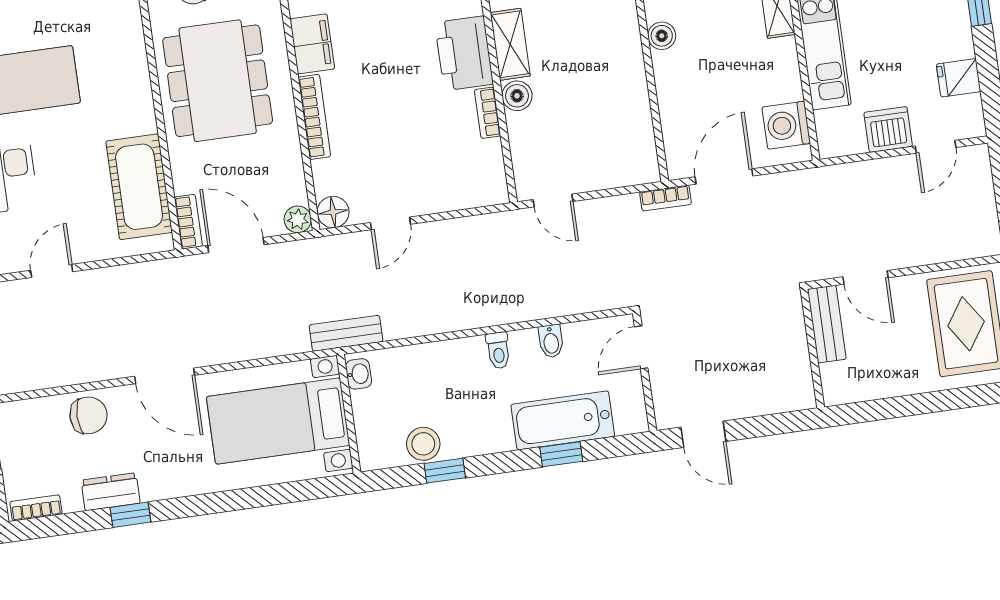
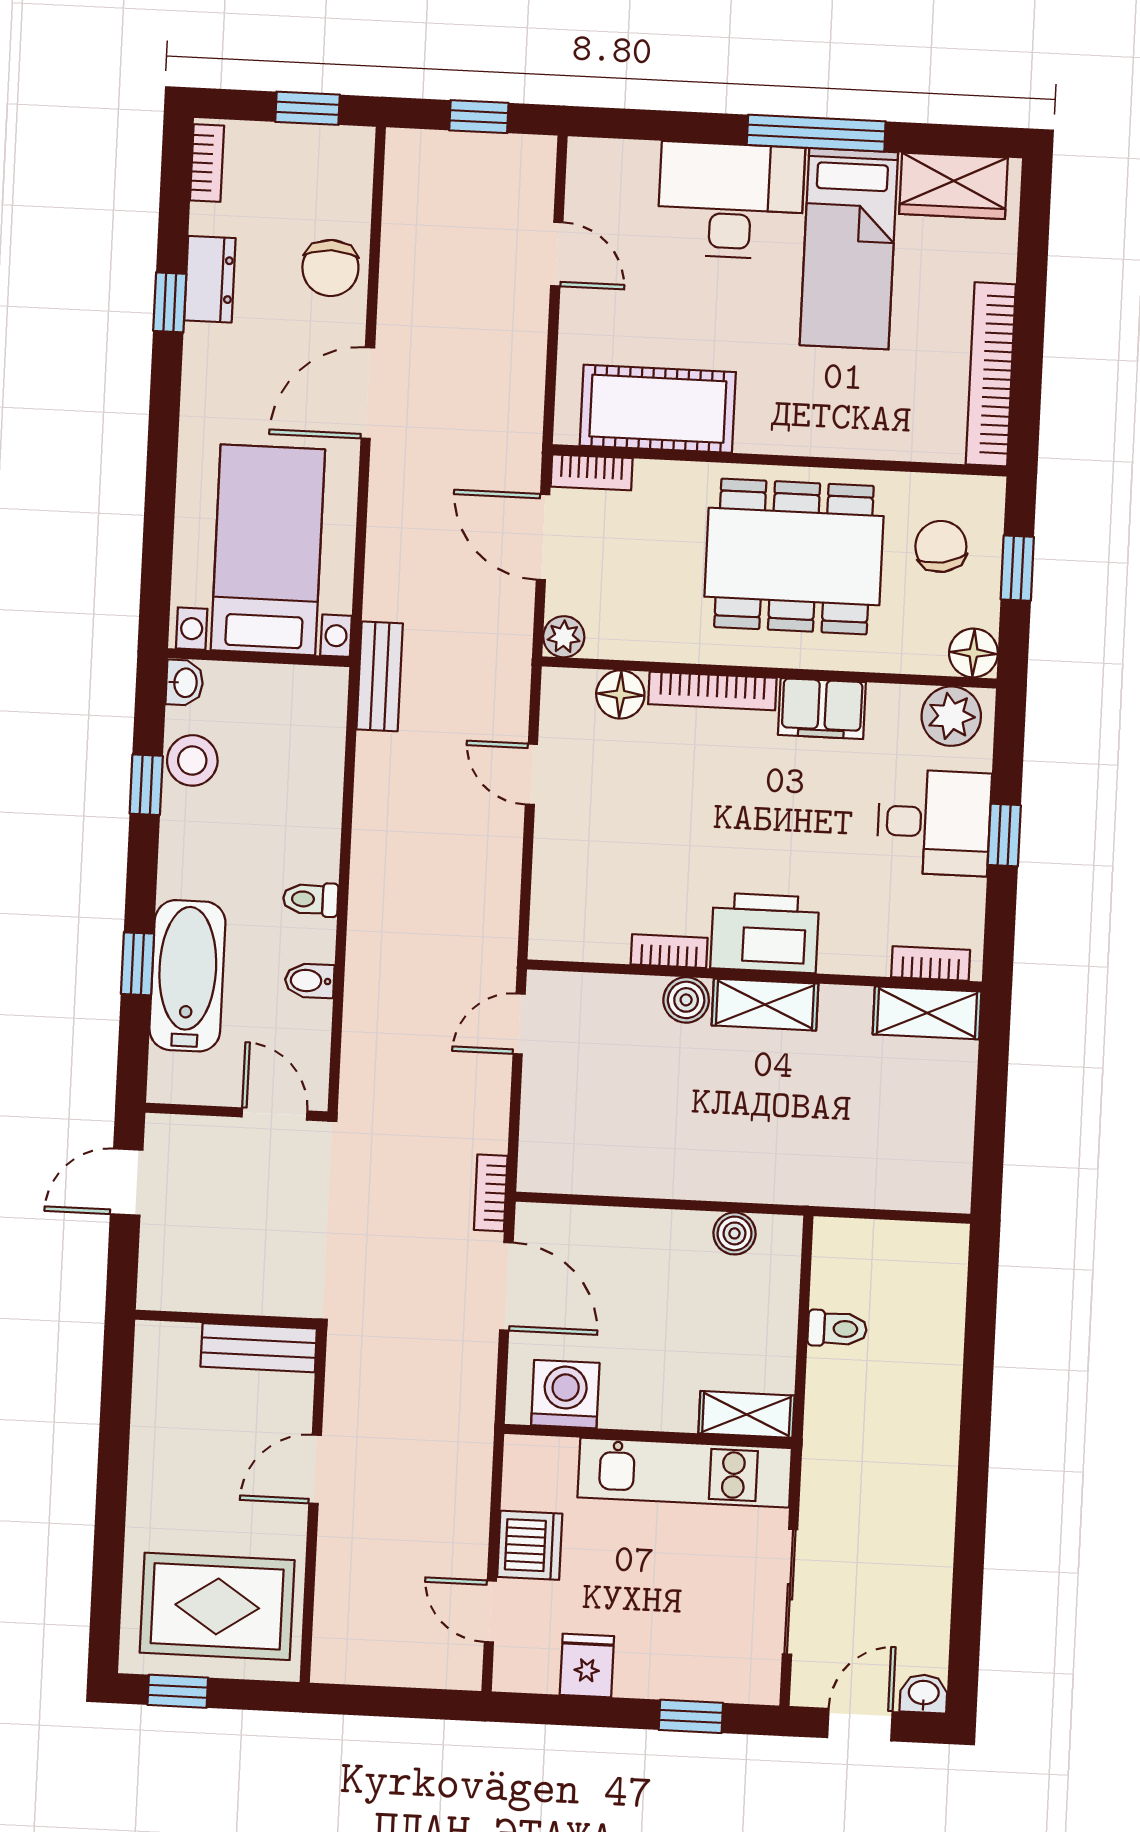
floor lamp: (333, 212) -> (620, 694), moved
door: (236, 245) -> (543, 537), swing flipped
bench: (827, 324) -> (259, 1348), moved
wall: (812, 348) -> (226, 1319), moved
washbasin: (358, 374) -> (184, 683), moved, turned -90

